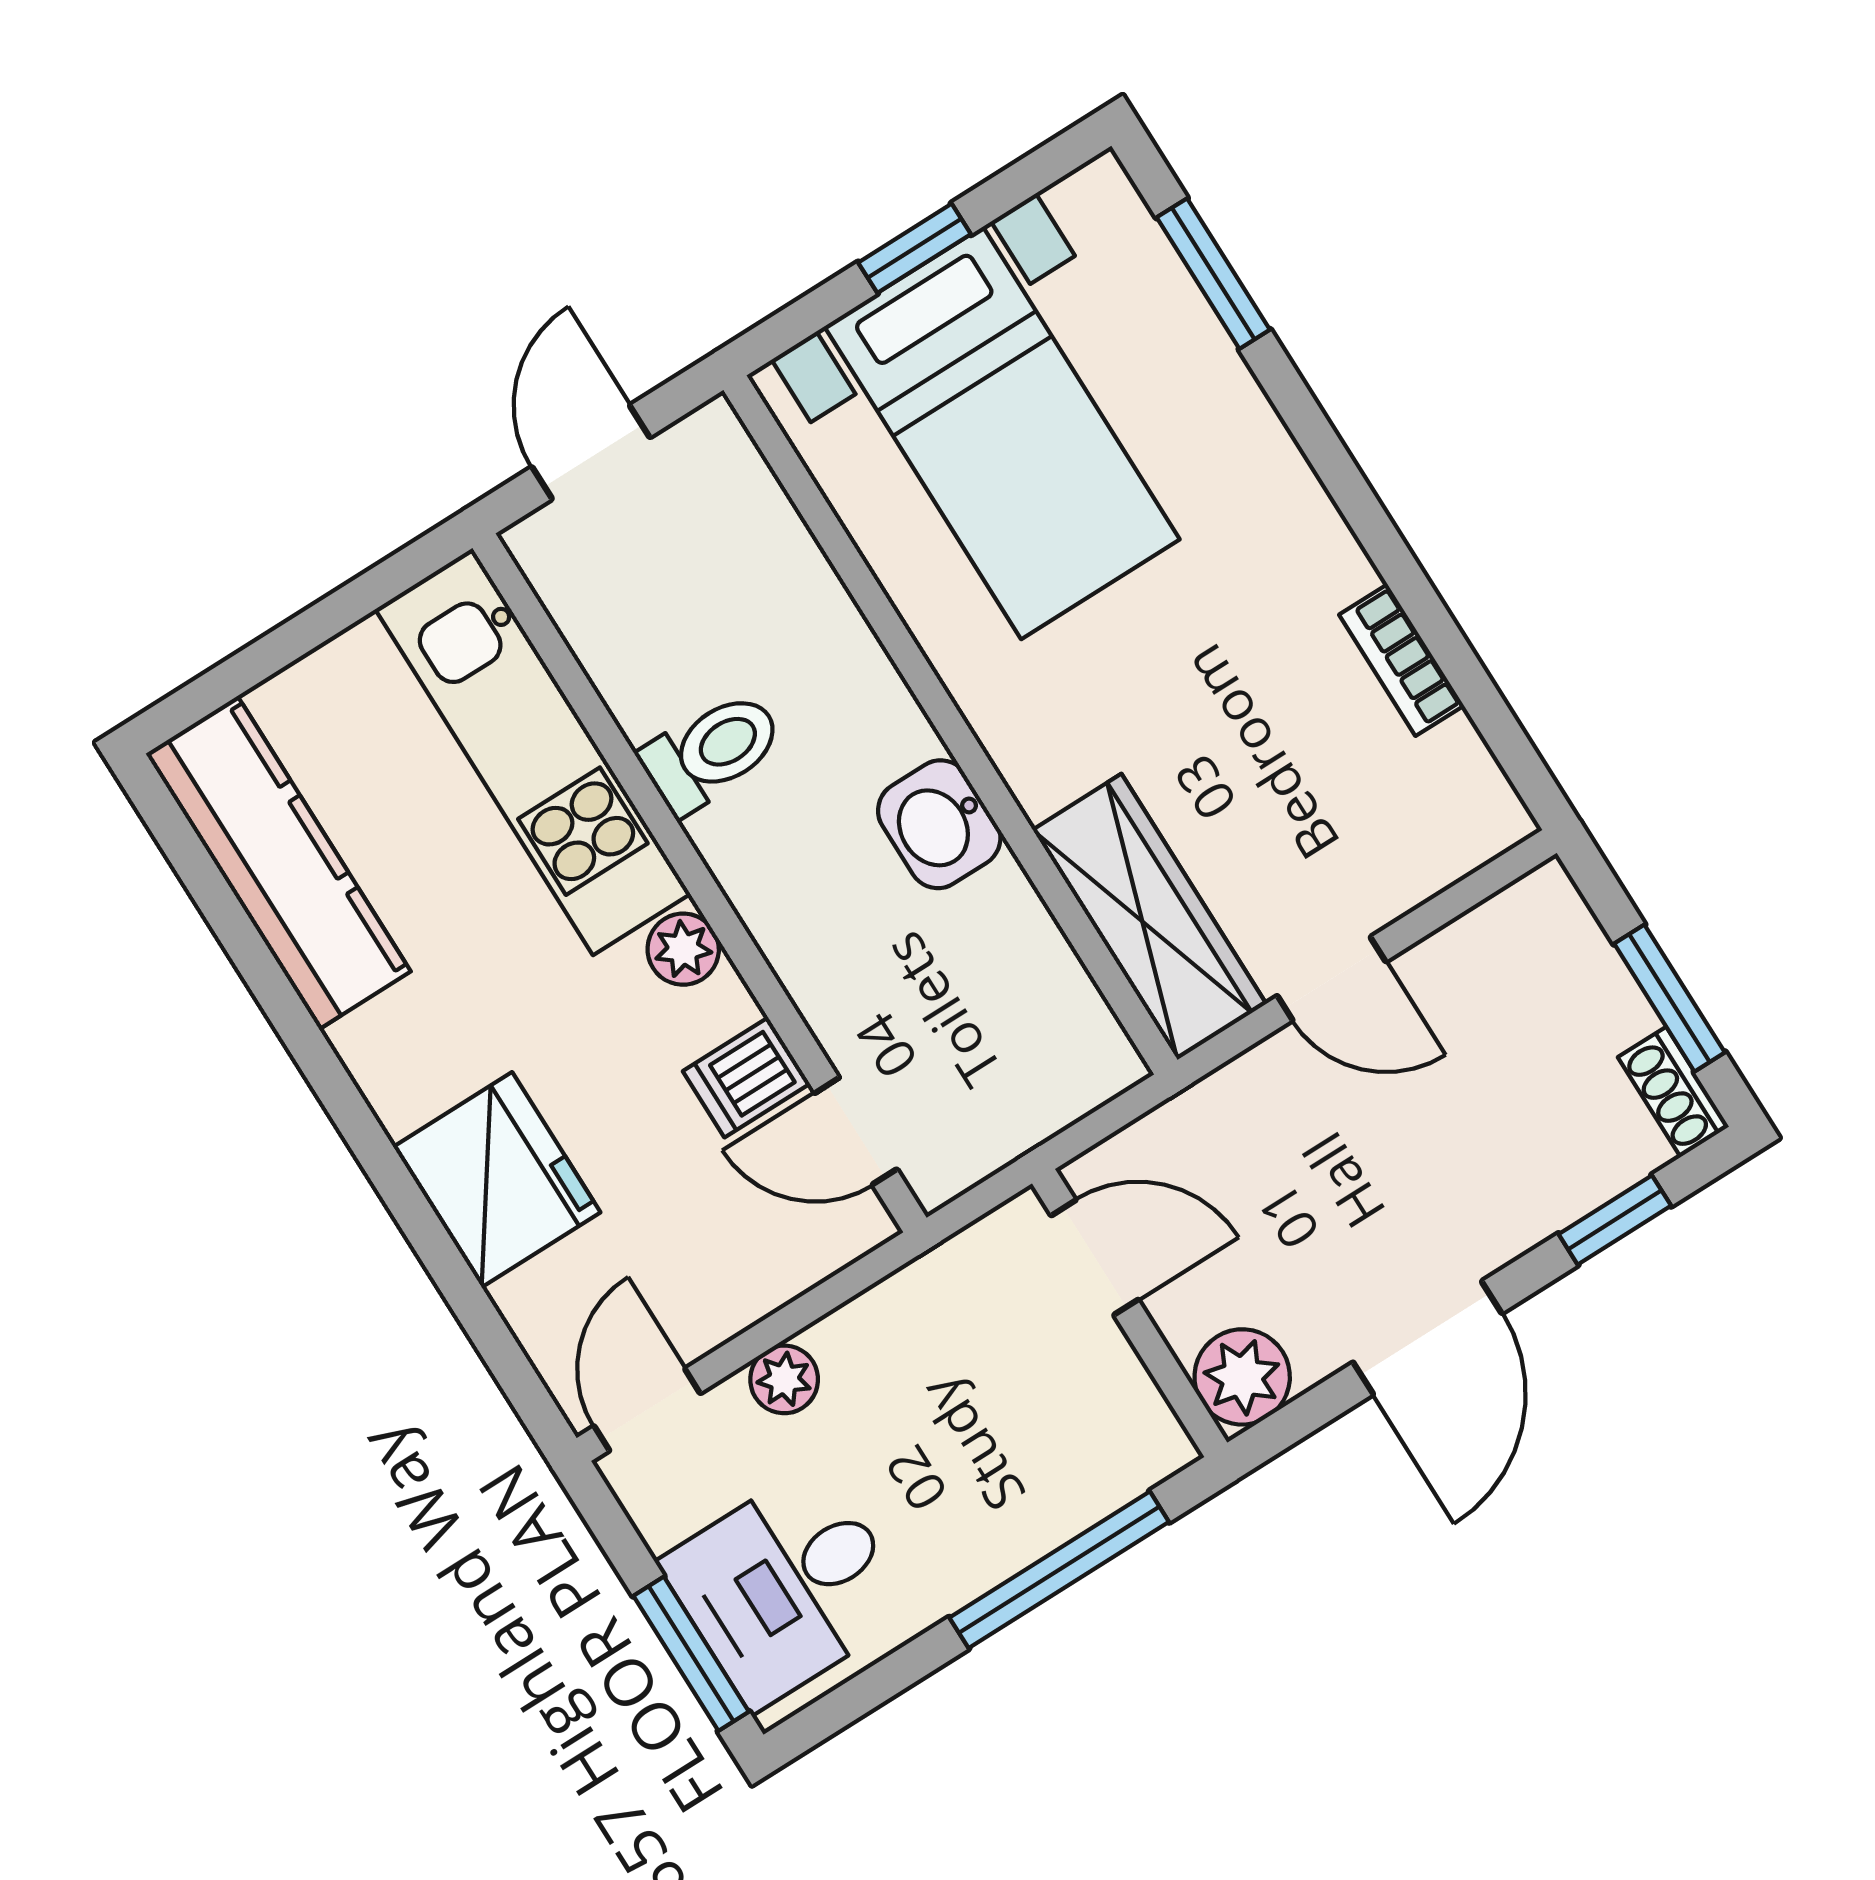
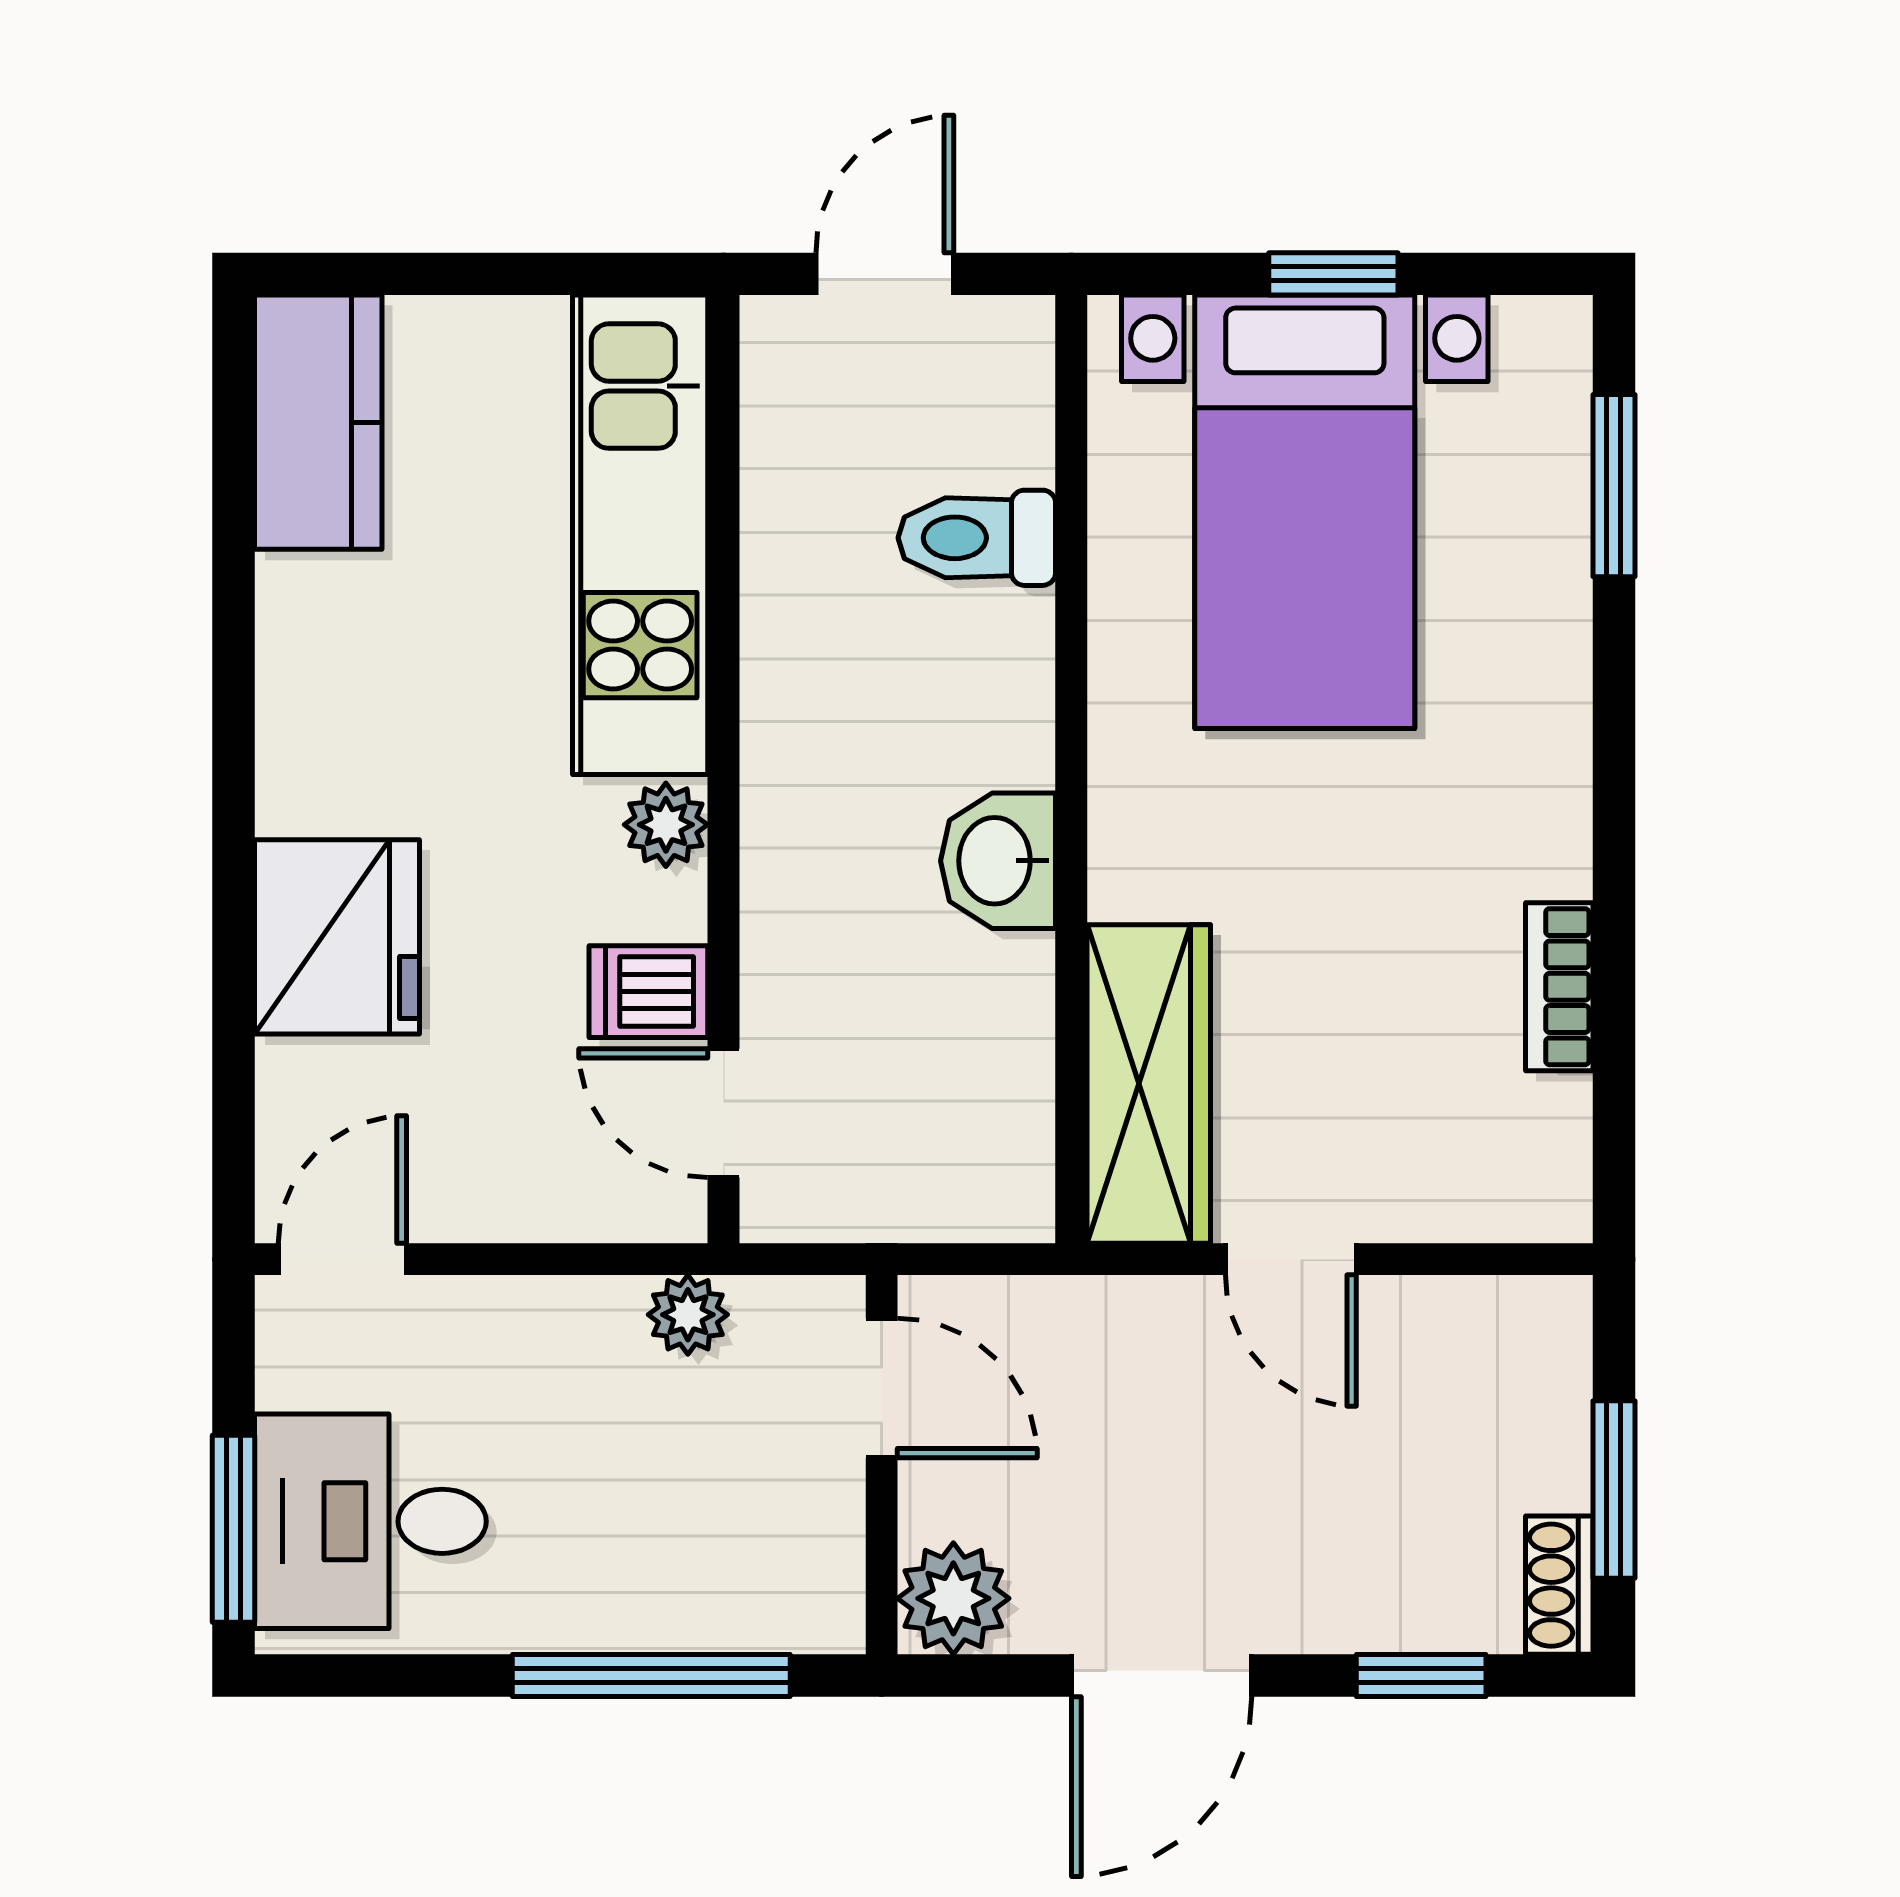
toilet: (712, 752) -> (977, 538), moved, turned 180
kitchen counter: (278, 863) -> (318, 422), width x0.67
plant: (784, 1379) -> (688, 1315), moved

